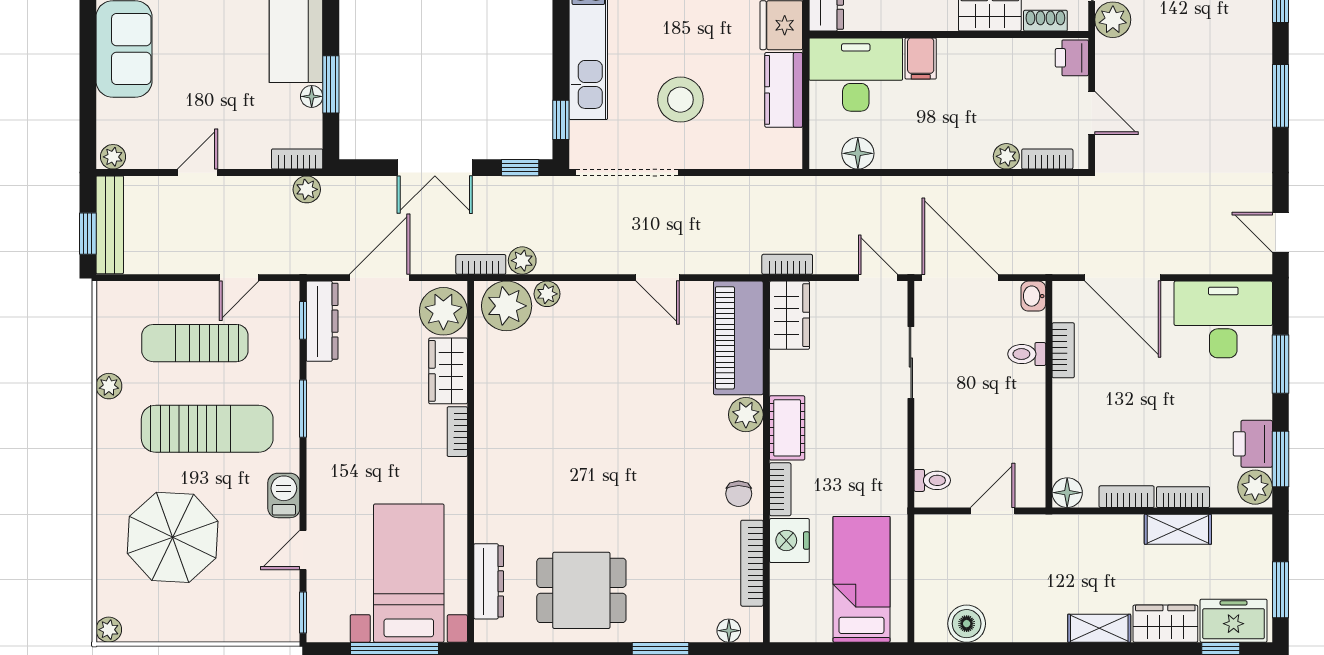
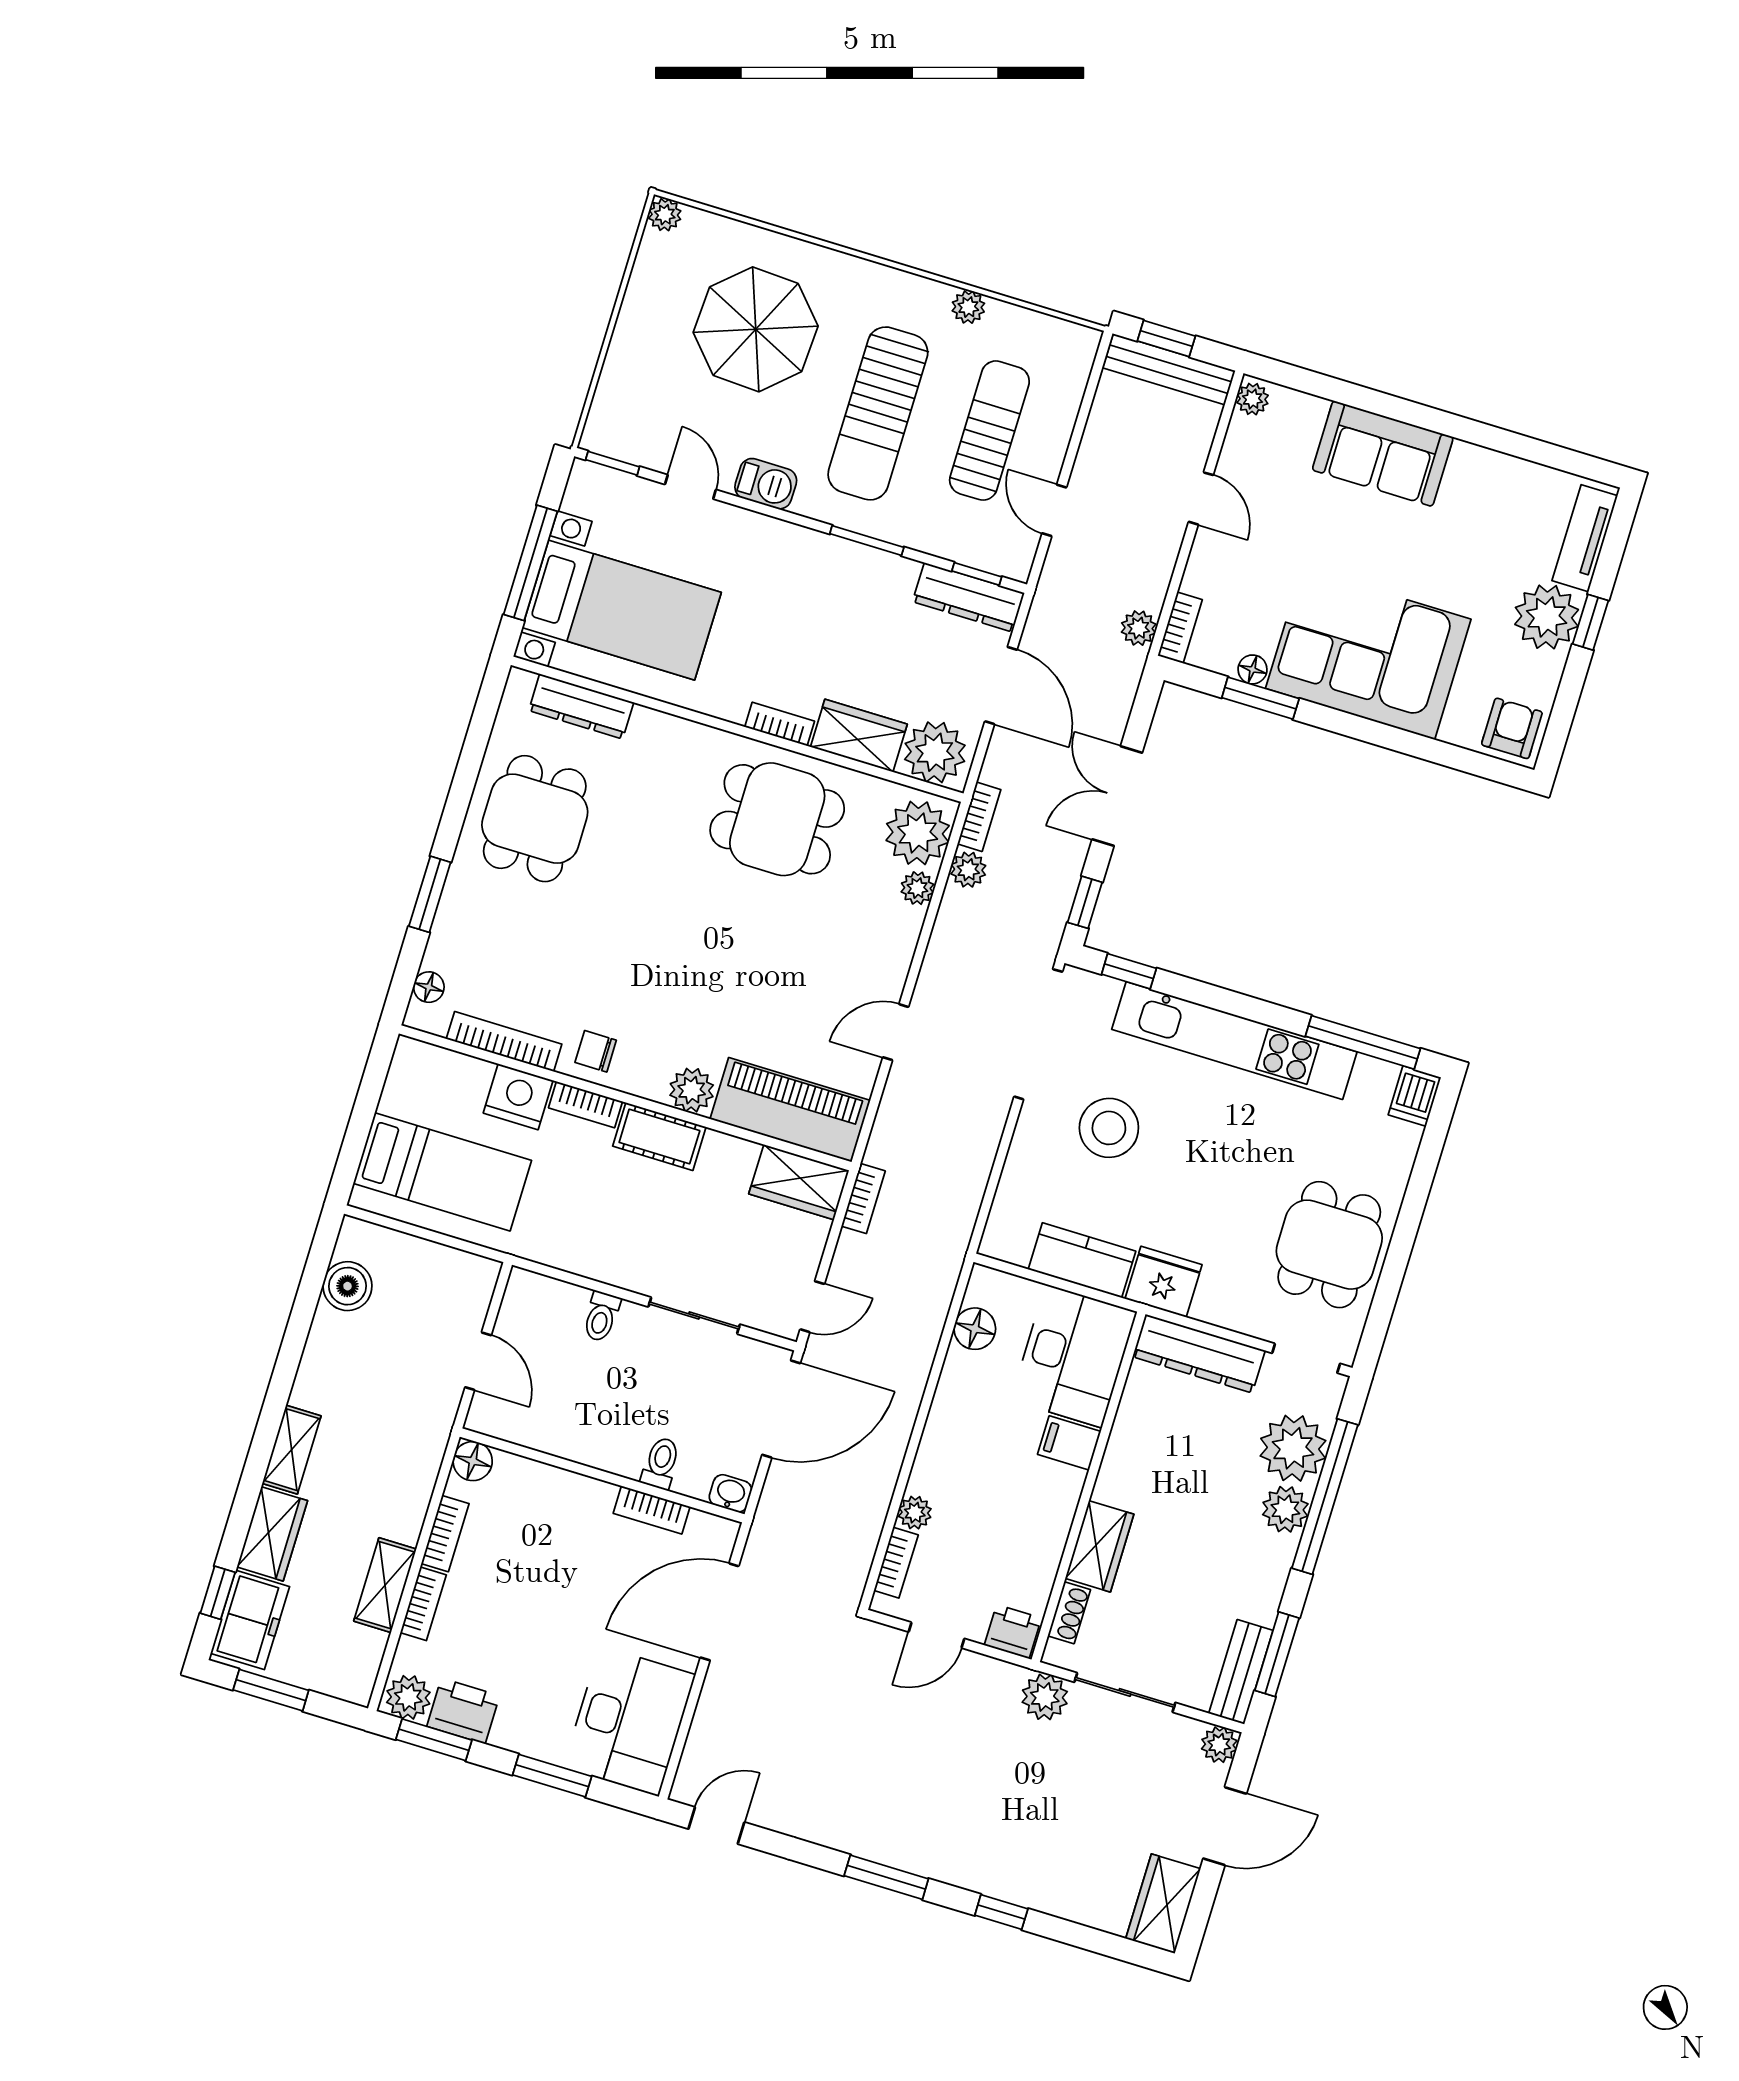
dining table: (528, 412) -> (777, 819), added
toilet: (932, 480) -> (601, 1317), moved

